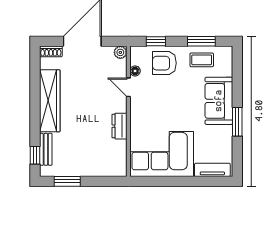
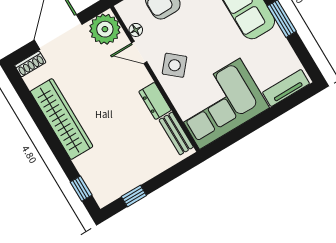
plant: (120, 52) -> (105, 29), width x1.88, depth x1.88
side table: (147, 110) -> (175, 65), added
bench: (46, 149) -> (176, 134), moved
window: (67, 181) -> (134, 196), width x0.67

